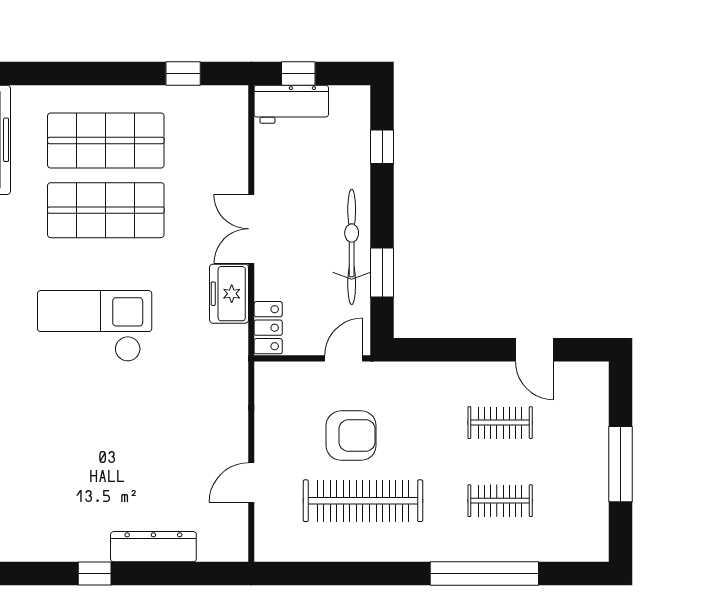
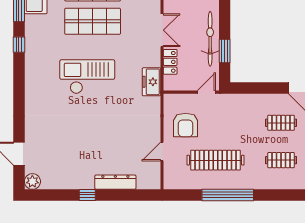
double door: (251, 229) -> (162, 30), swing flipped
freezer: (229, 294) -> (151, 82), moved
locker: (268, 328) -> (170, 62), moved
armchair: (351, 436) -> (186, 125), moved, turned 90
window: (484, 574) -> (228, 195), moved

